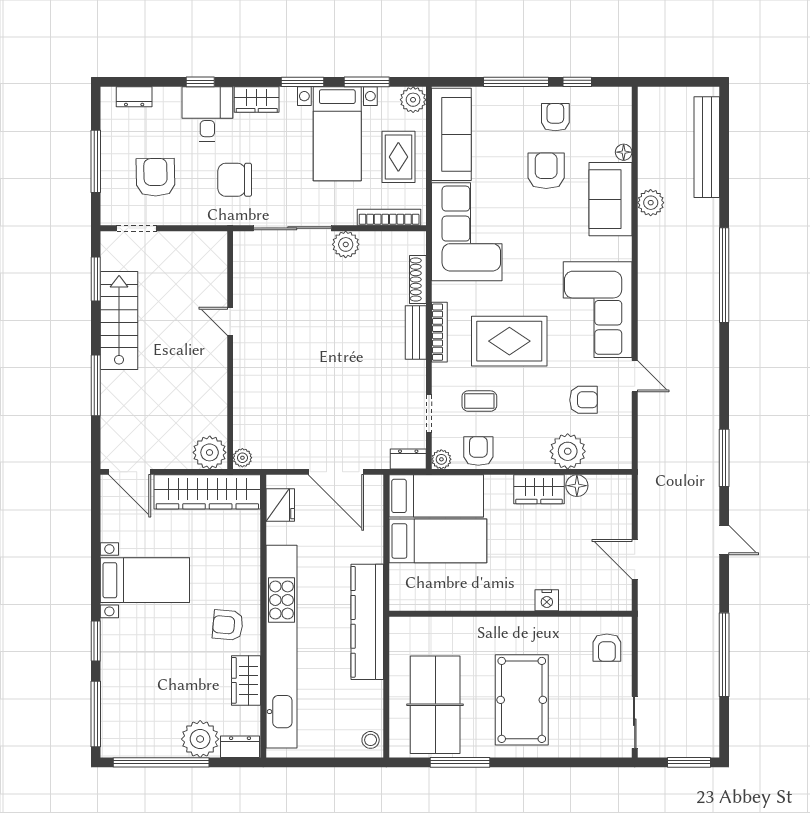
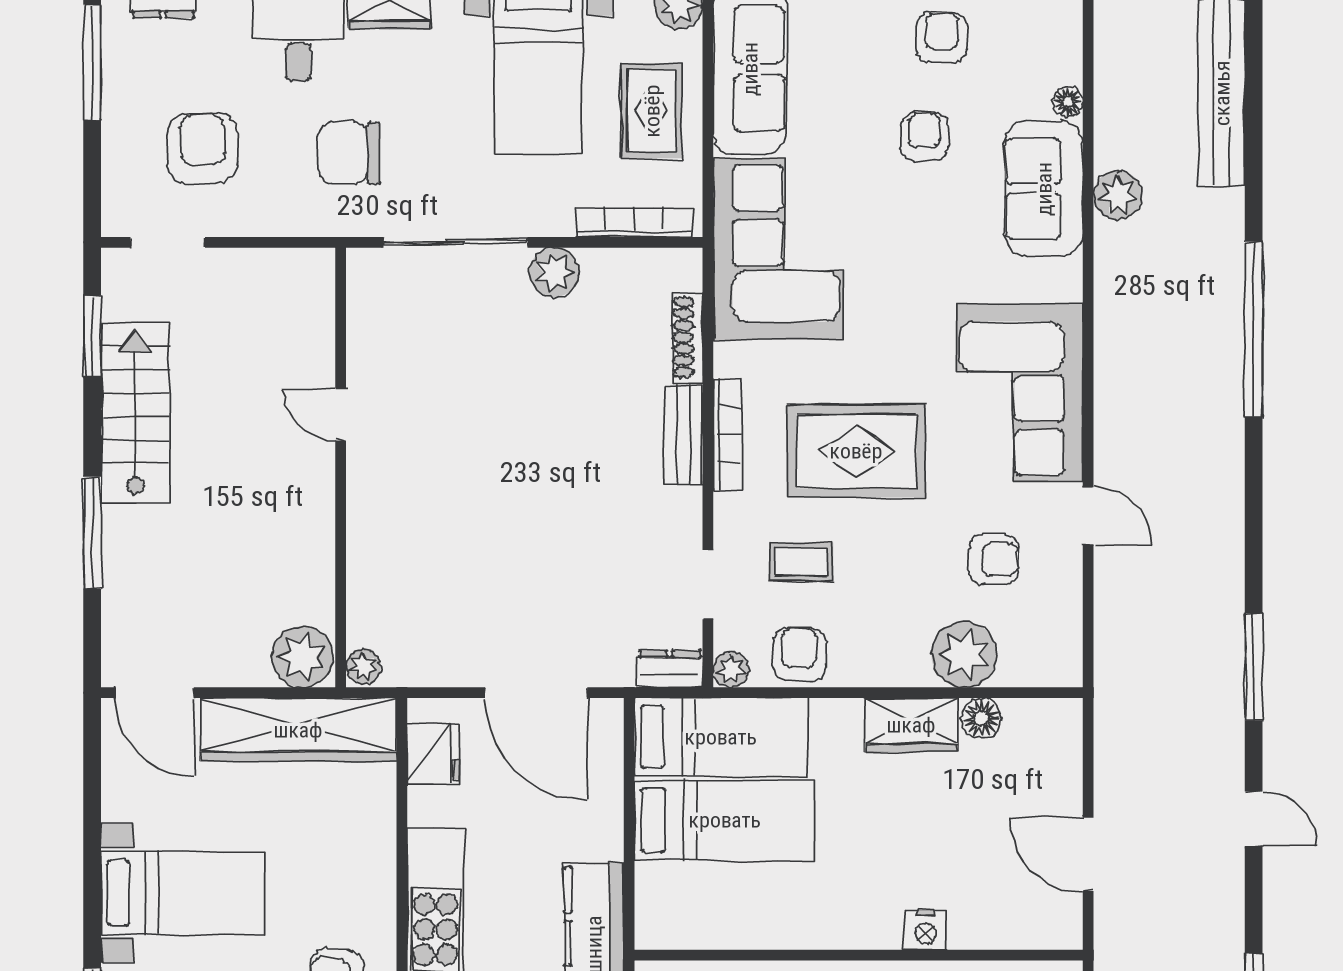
window: (96, 161) -> (92, 62), moved
armchair: (546, 171) -> (925, 136), width x0.72, depth x0.72

